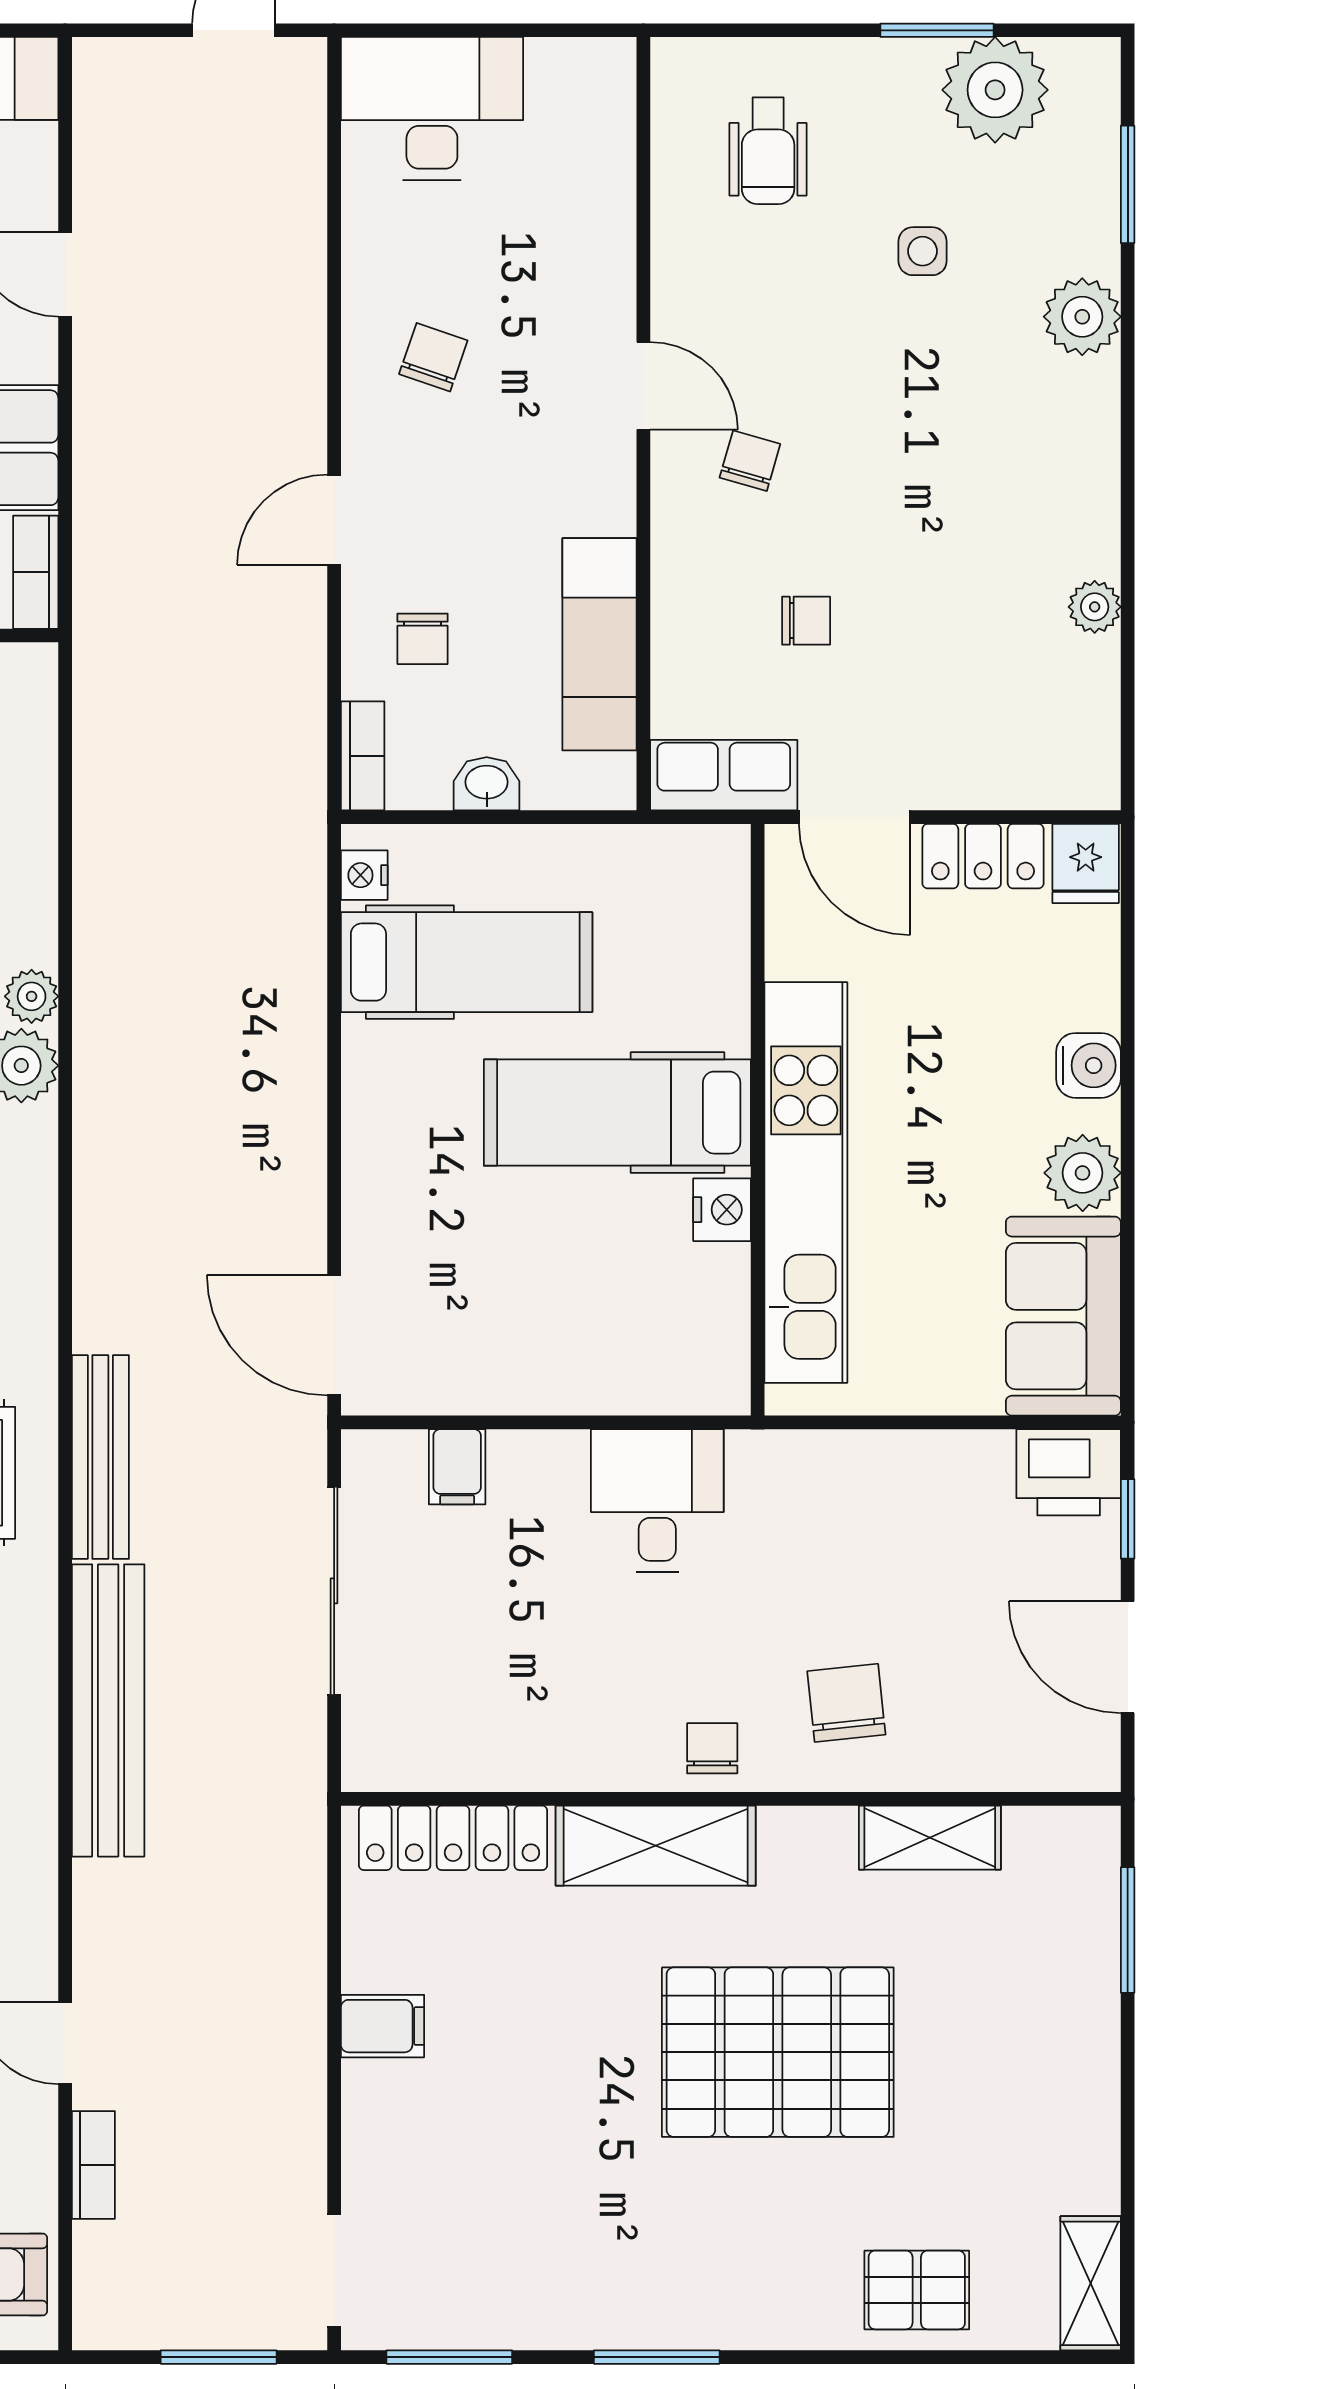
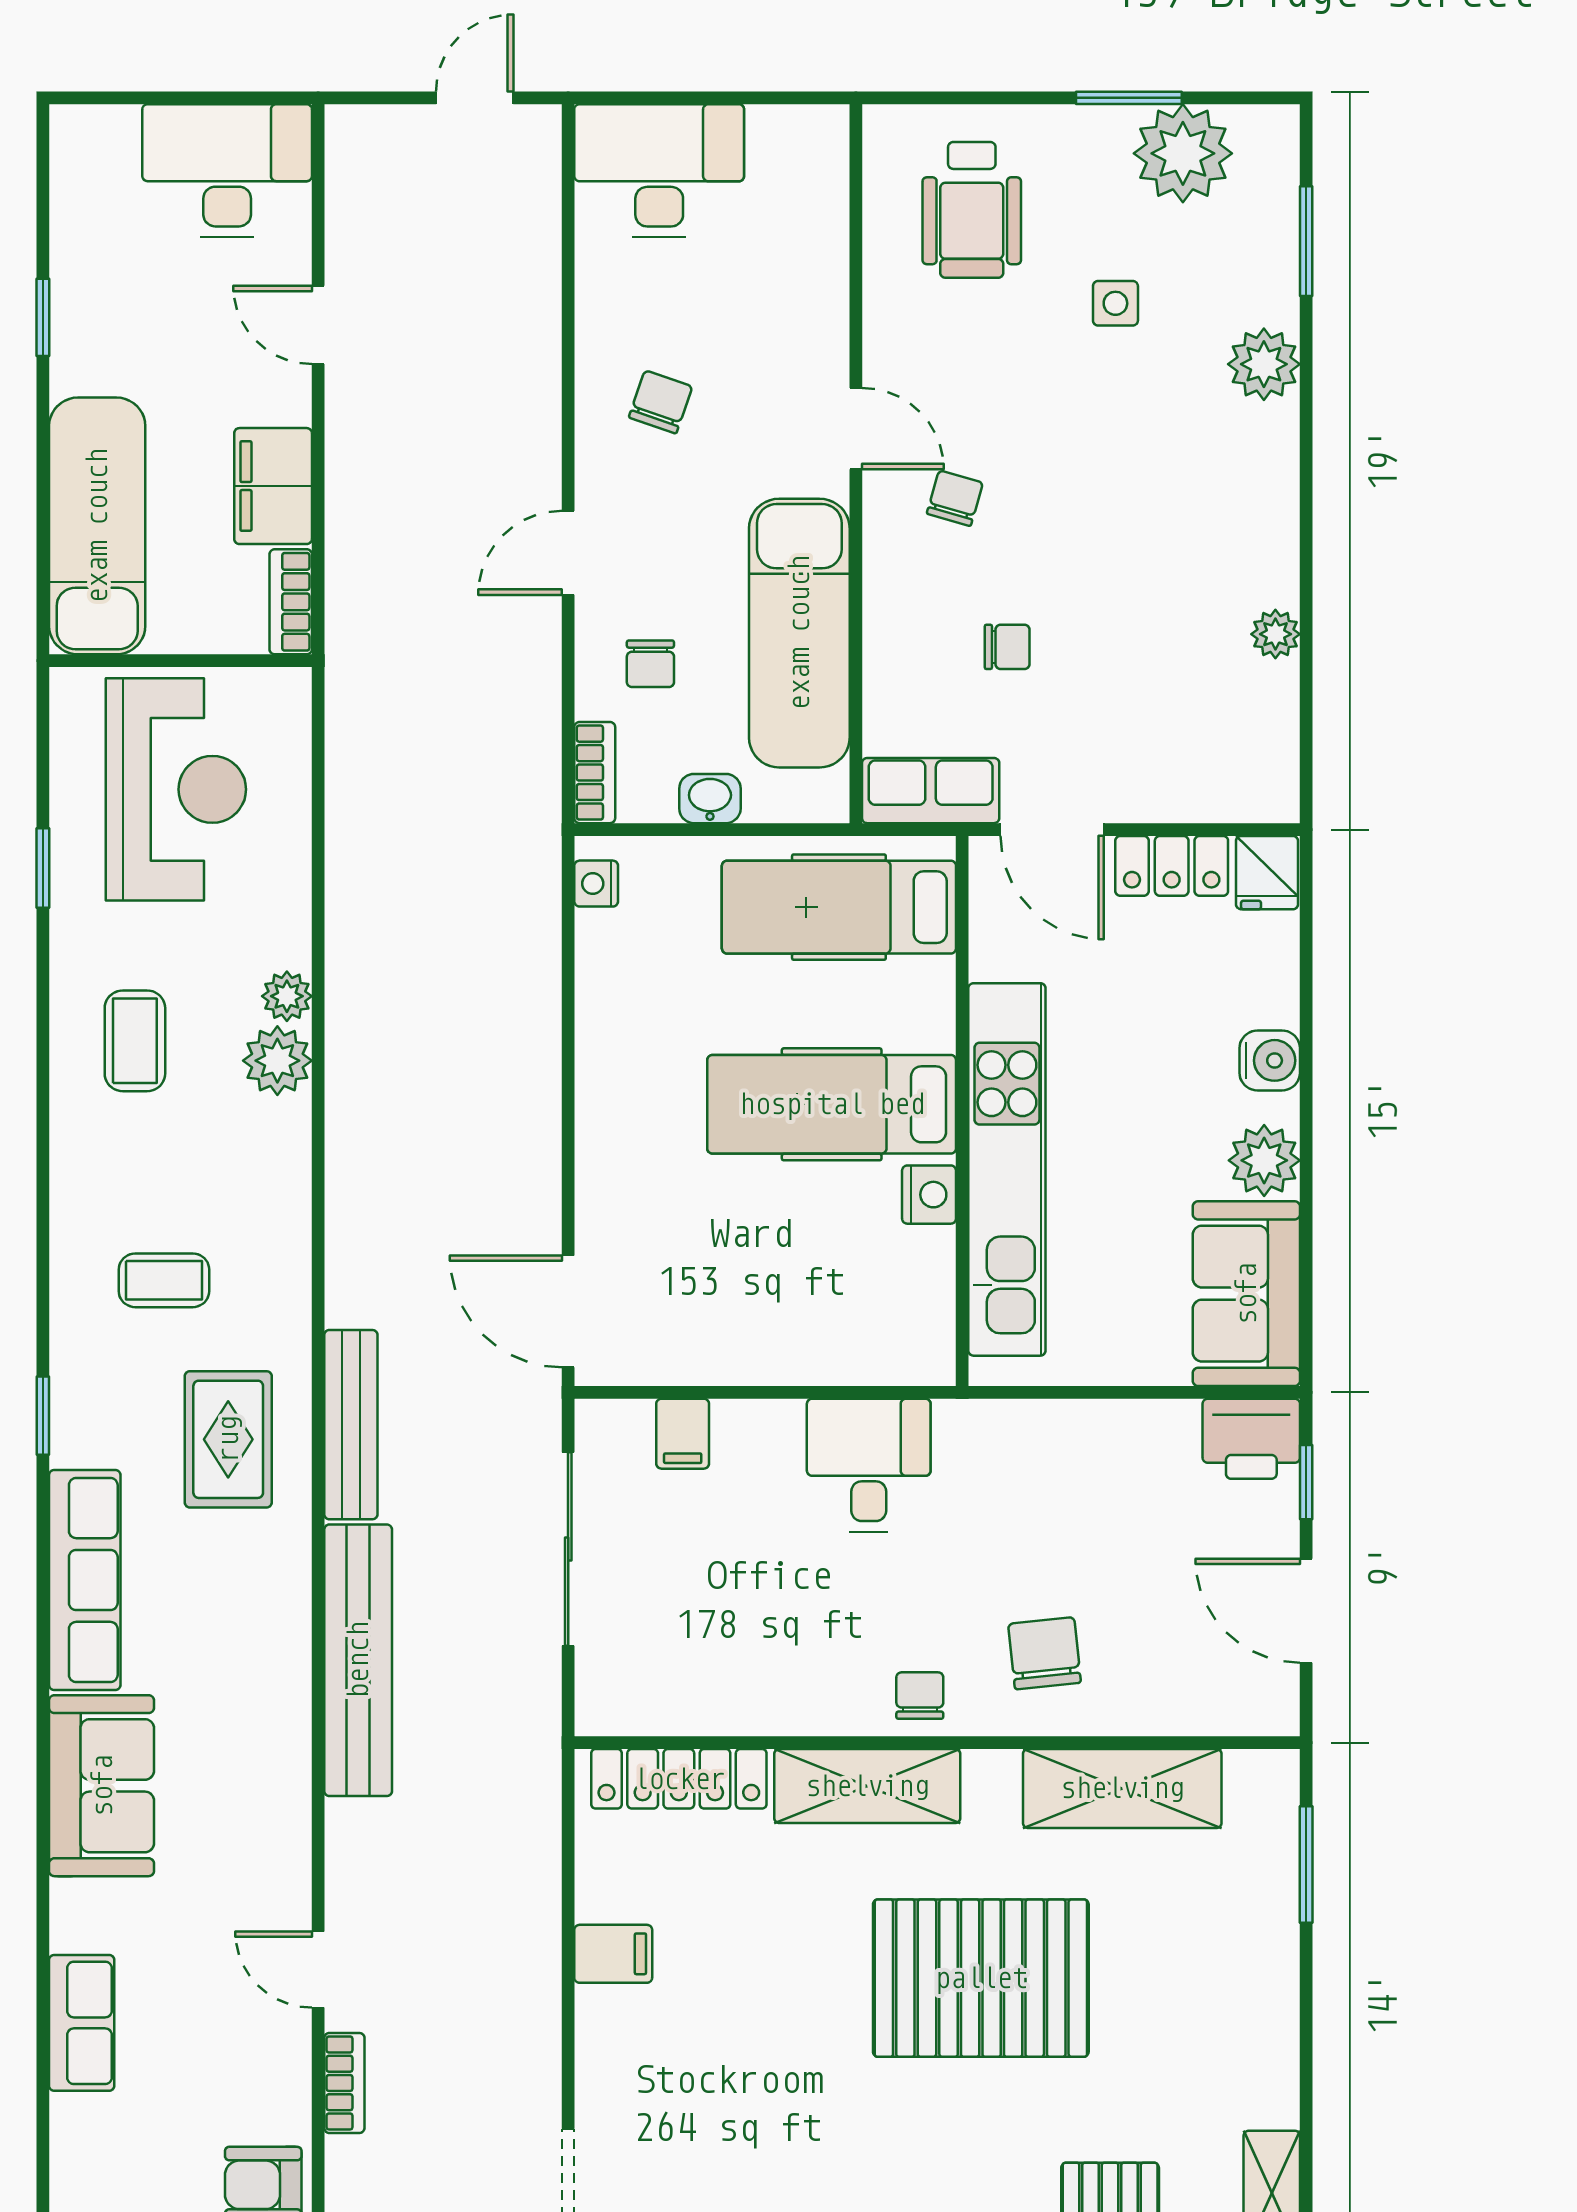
wheelchair: (768, 151) -> (972, 210), width x1.36, depth x1.37
exam couch: (599, 644) -> (799, 633), width x1.36, depth x1.45
hospital bed: (467, 962) -> (839, 907), moved, turned 180
shelving: (930, 1838) -> (1122, 1788), width x1.50, depth x1.33

